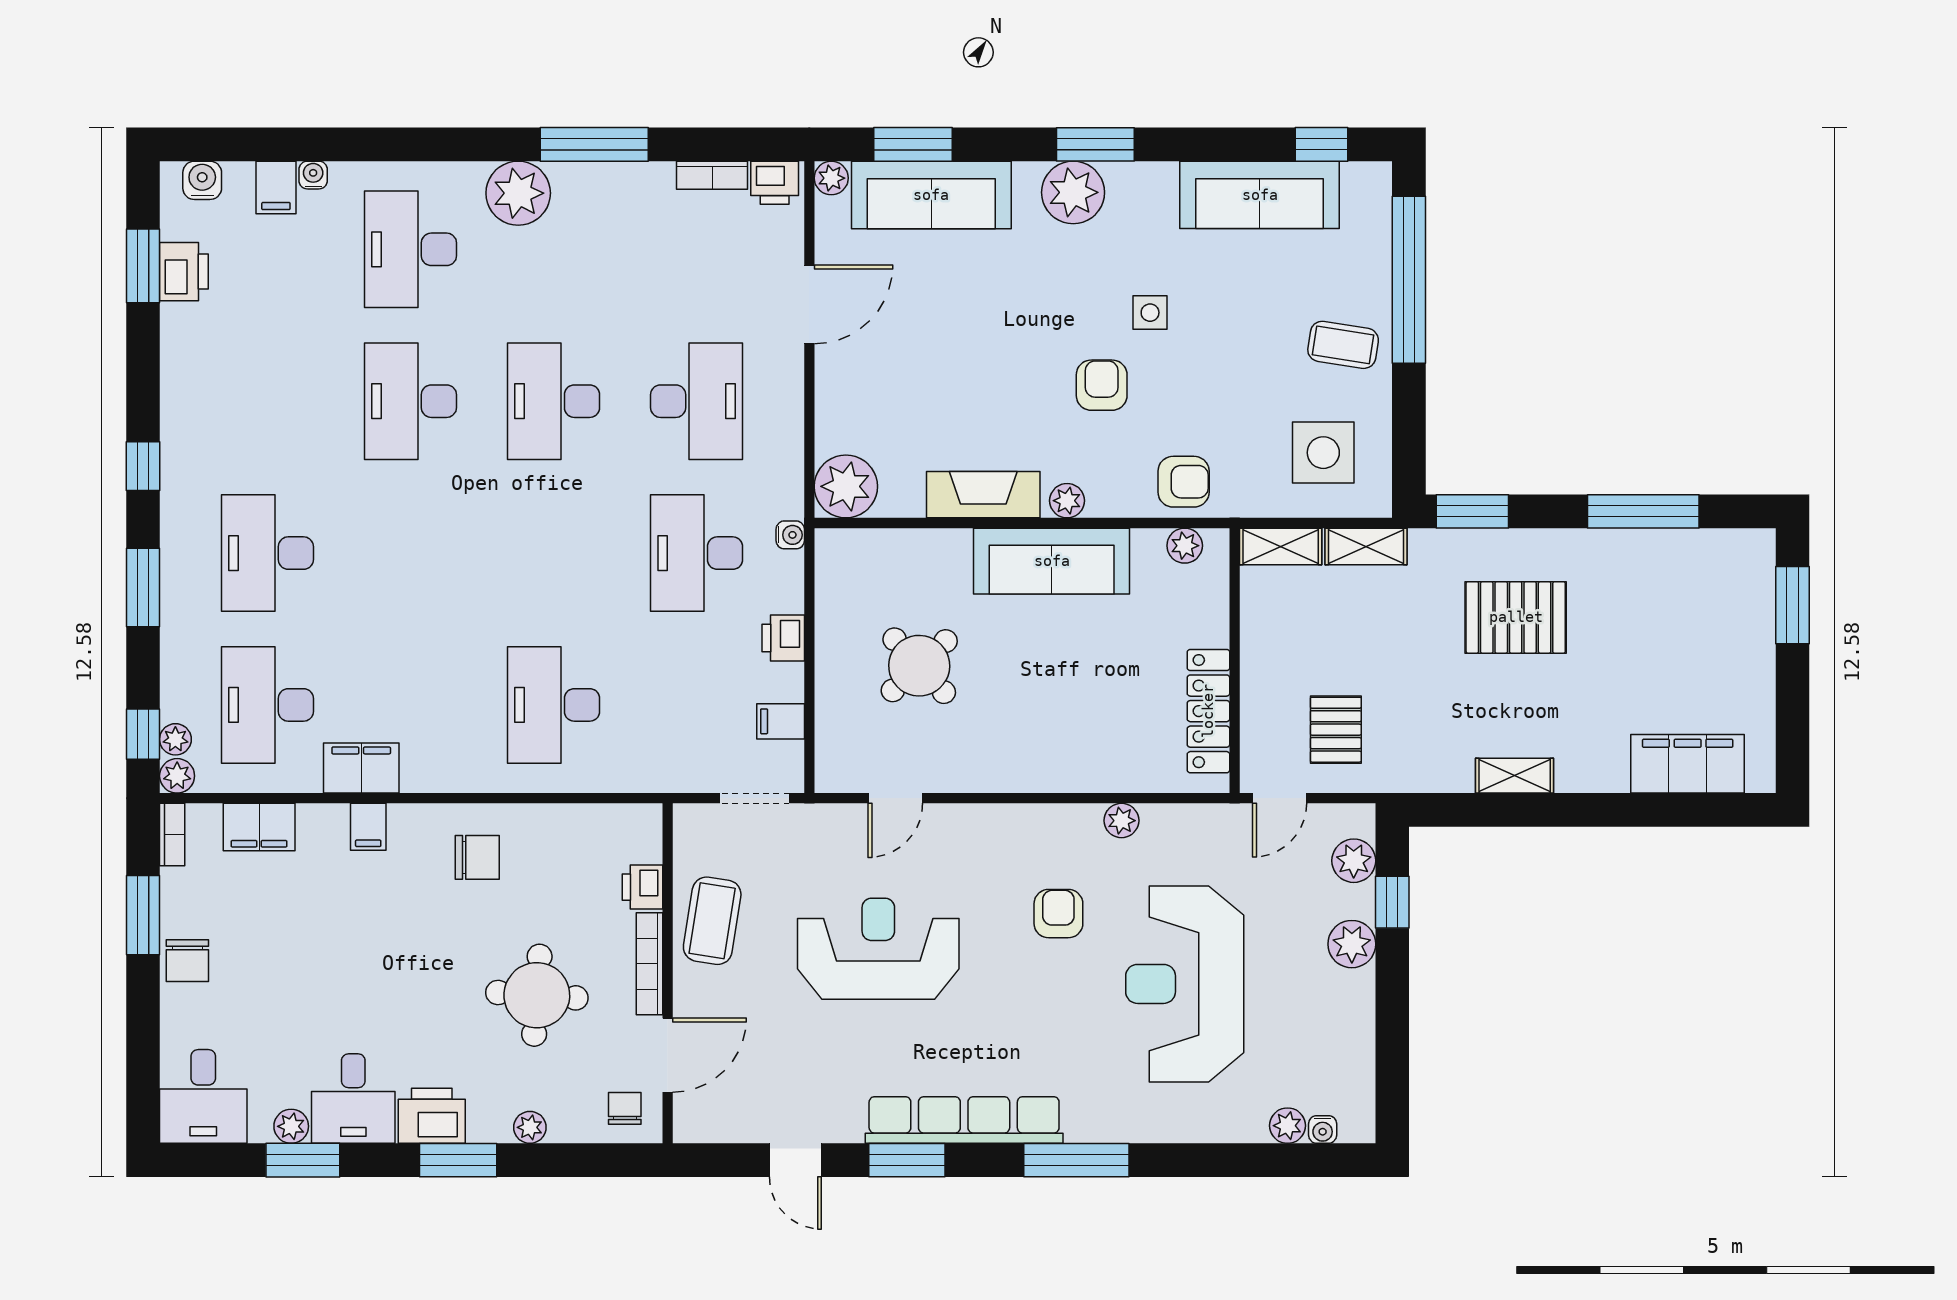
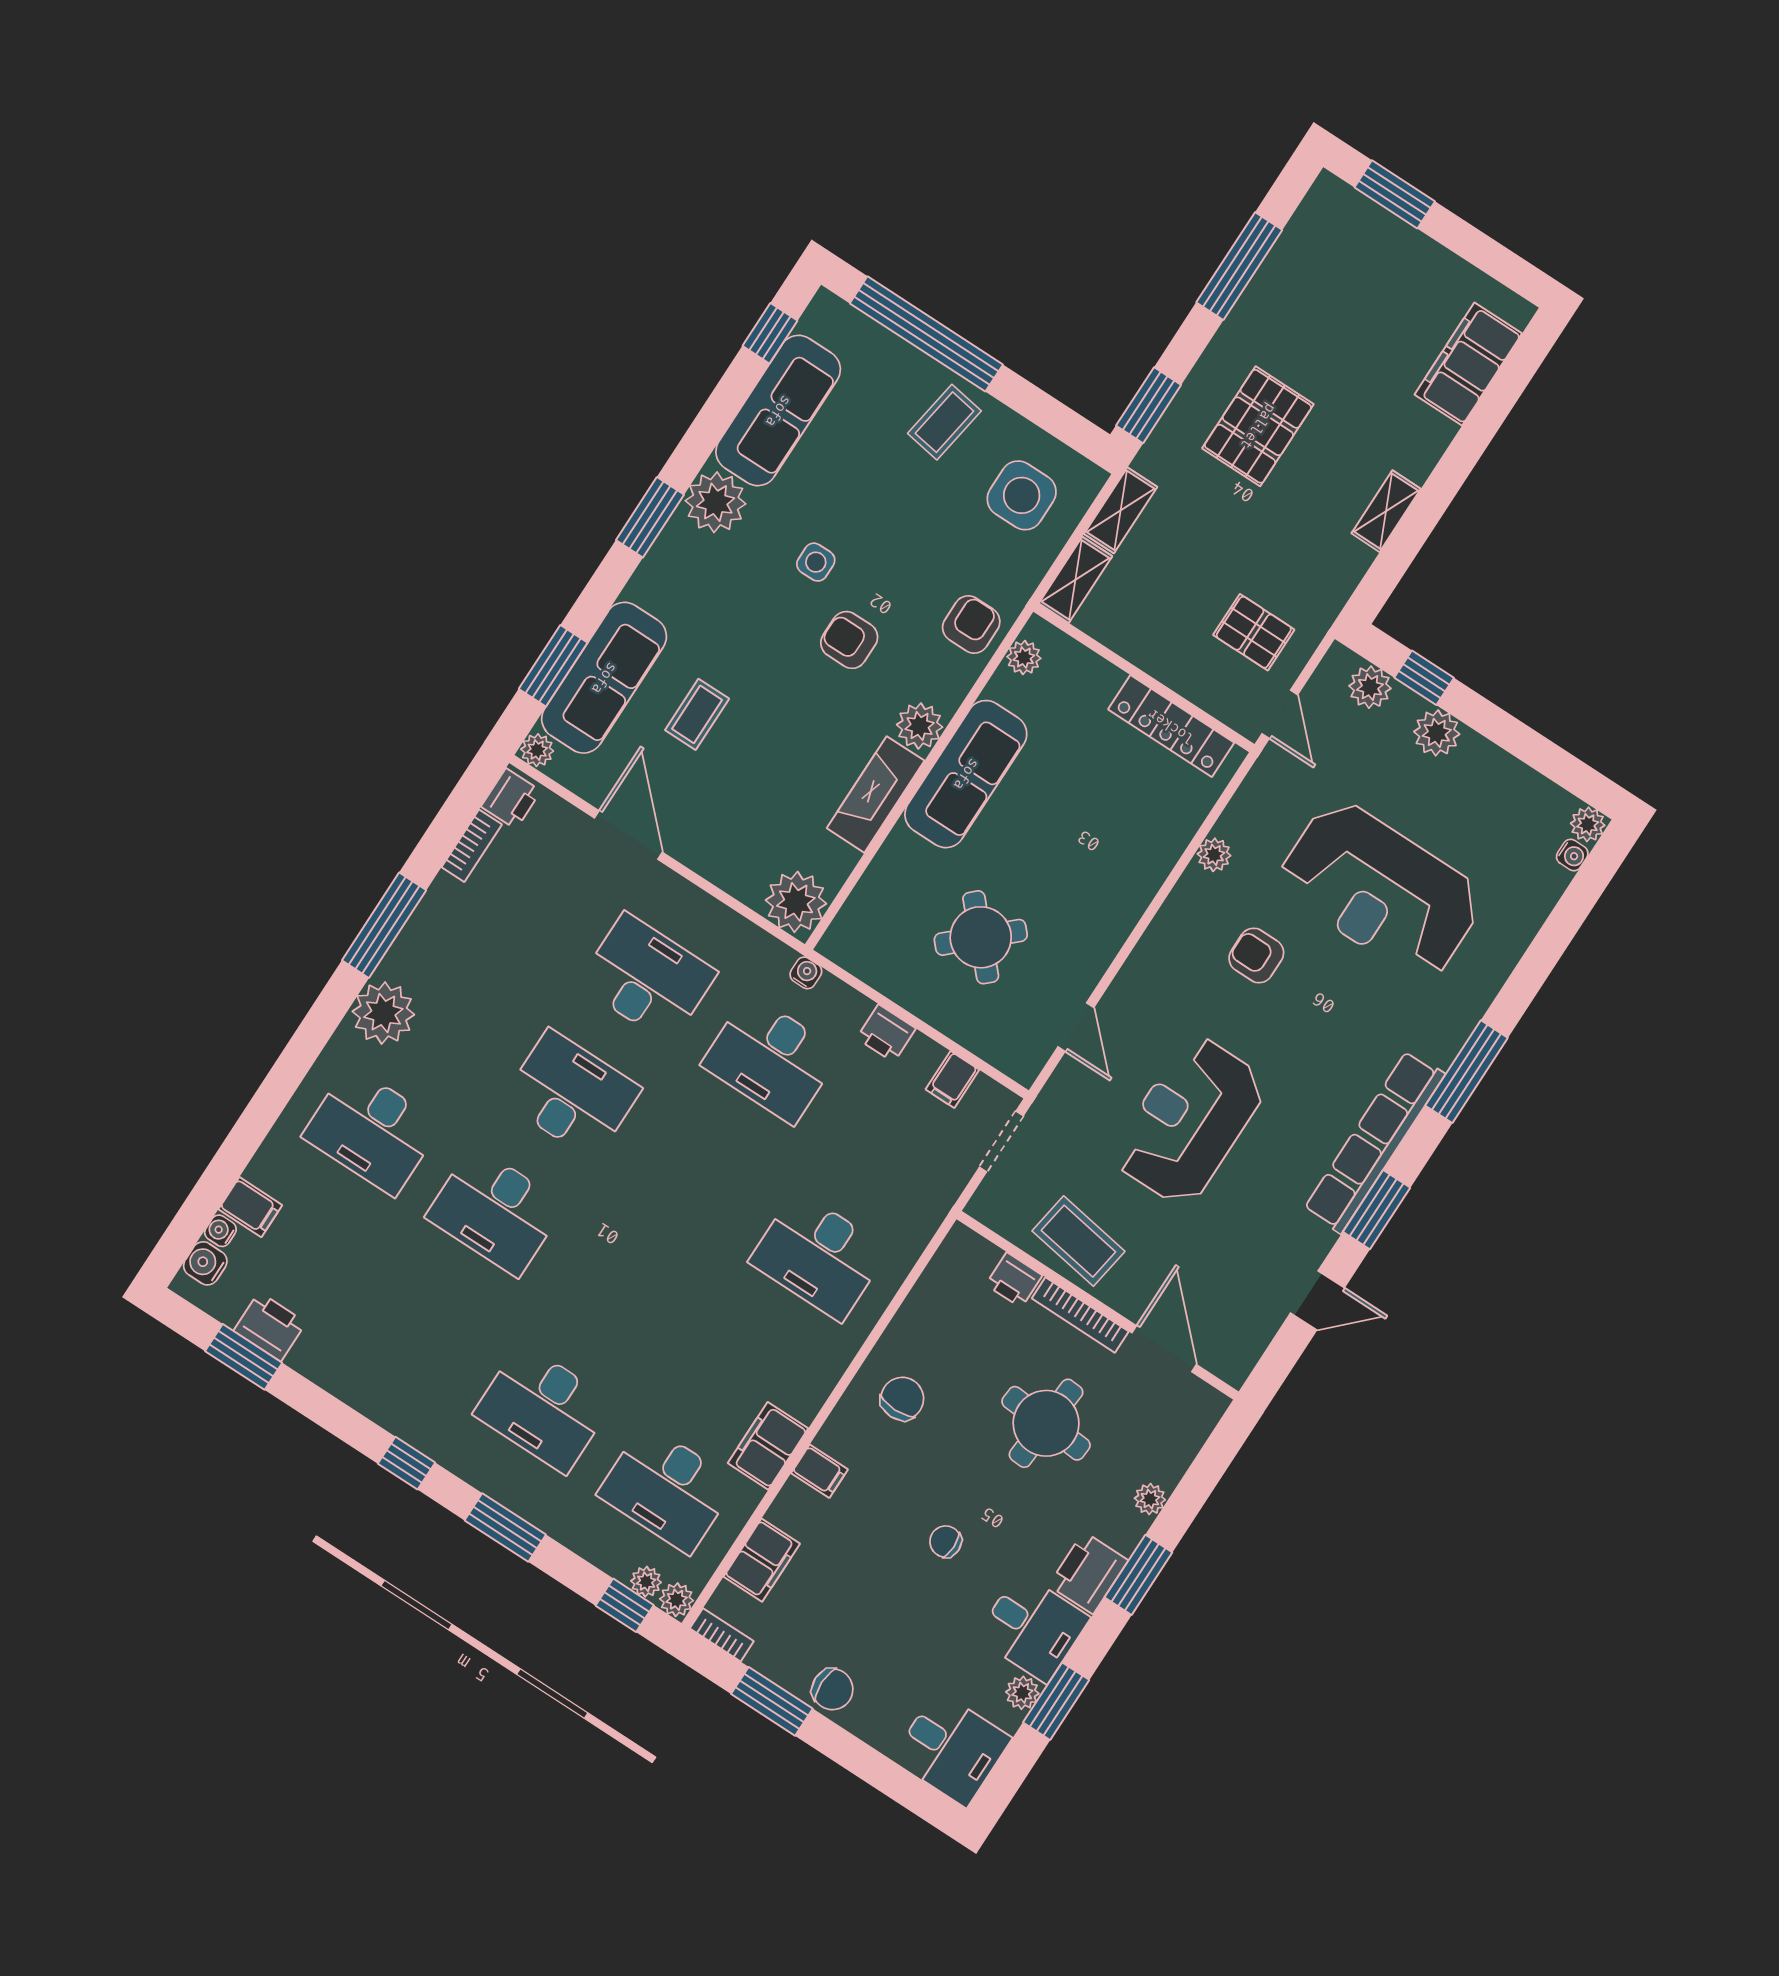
water cooler: (313, 175) -> (220, 1231), moved
plant: (1073, 192) -> (715, 502), moved
coffee table: (952, 296) -> (697, 714), added
desk: (554, 401) -> (571, 1095), turned 180
plant: (1067, 501) -> (920, 726), width x1.38, depth x1.38
chair: (625, 1108) -> (946, 1542), moved
plant: (1287, 1126) -> (1588, 824), moved

